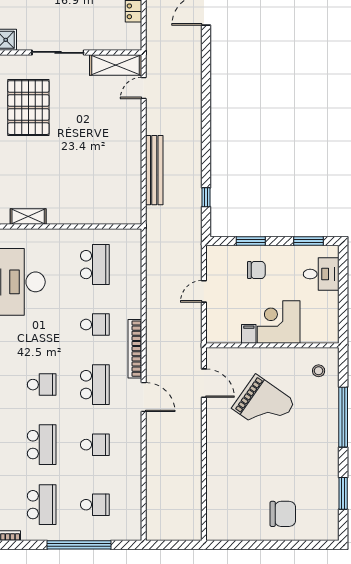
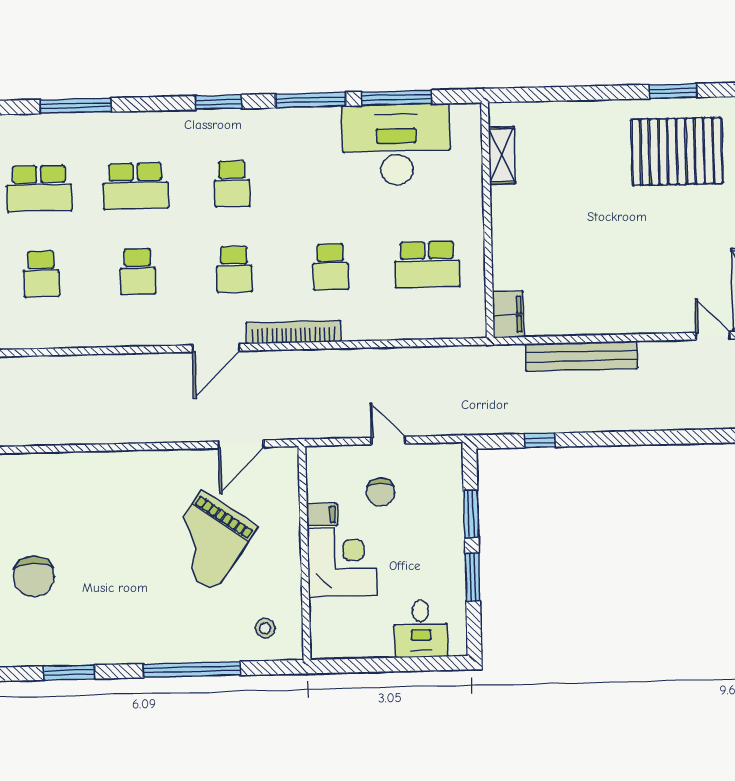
filing cabinet: (127, 215) -> (508, 314), added
window: (309, 241) -> (473, 577), moved
chair: (256, 270) -> (381, 492), moved
school desk: (95, 385) -> (234, 269), width x0.54

